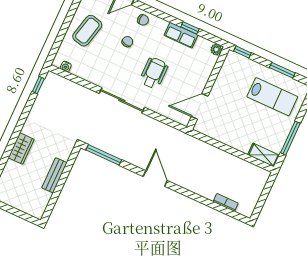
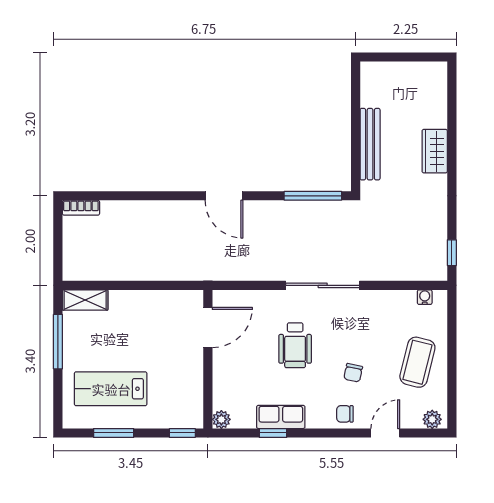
bench: (54, 175) -> (370, 144), width x1.36
bookcase: (226, 202) -> (81, 208), moved

